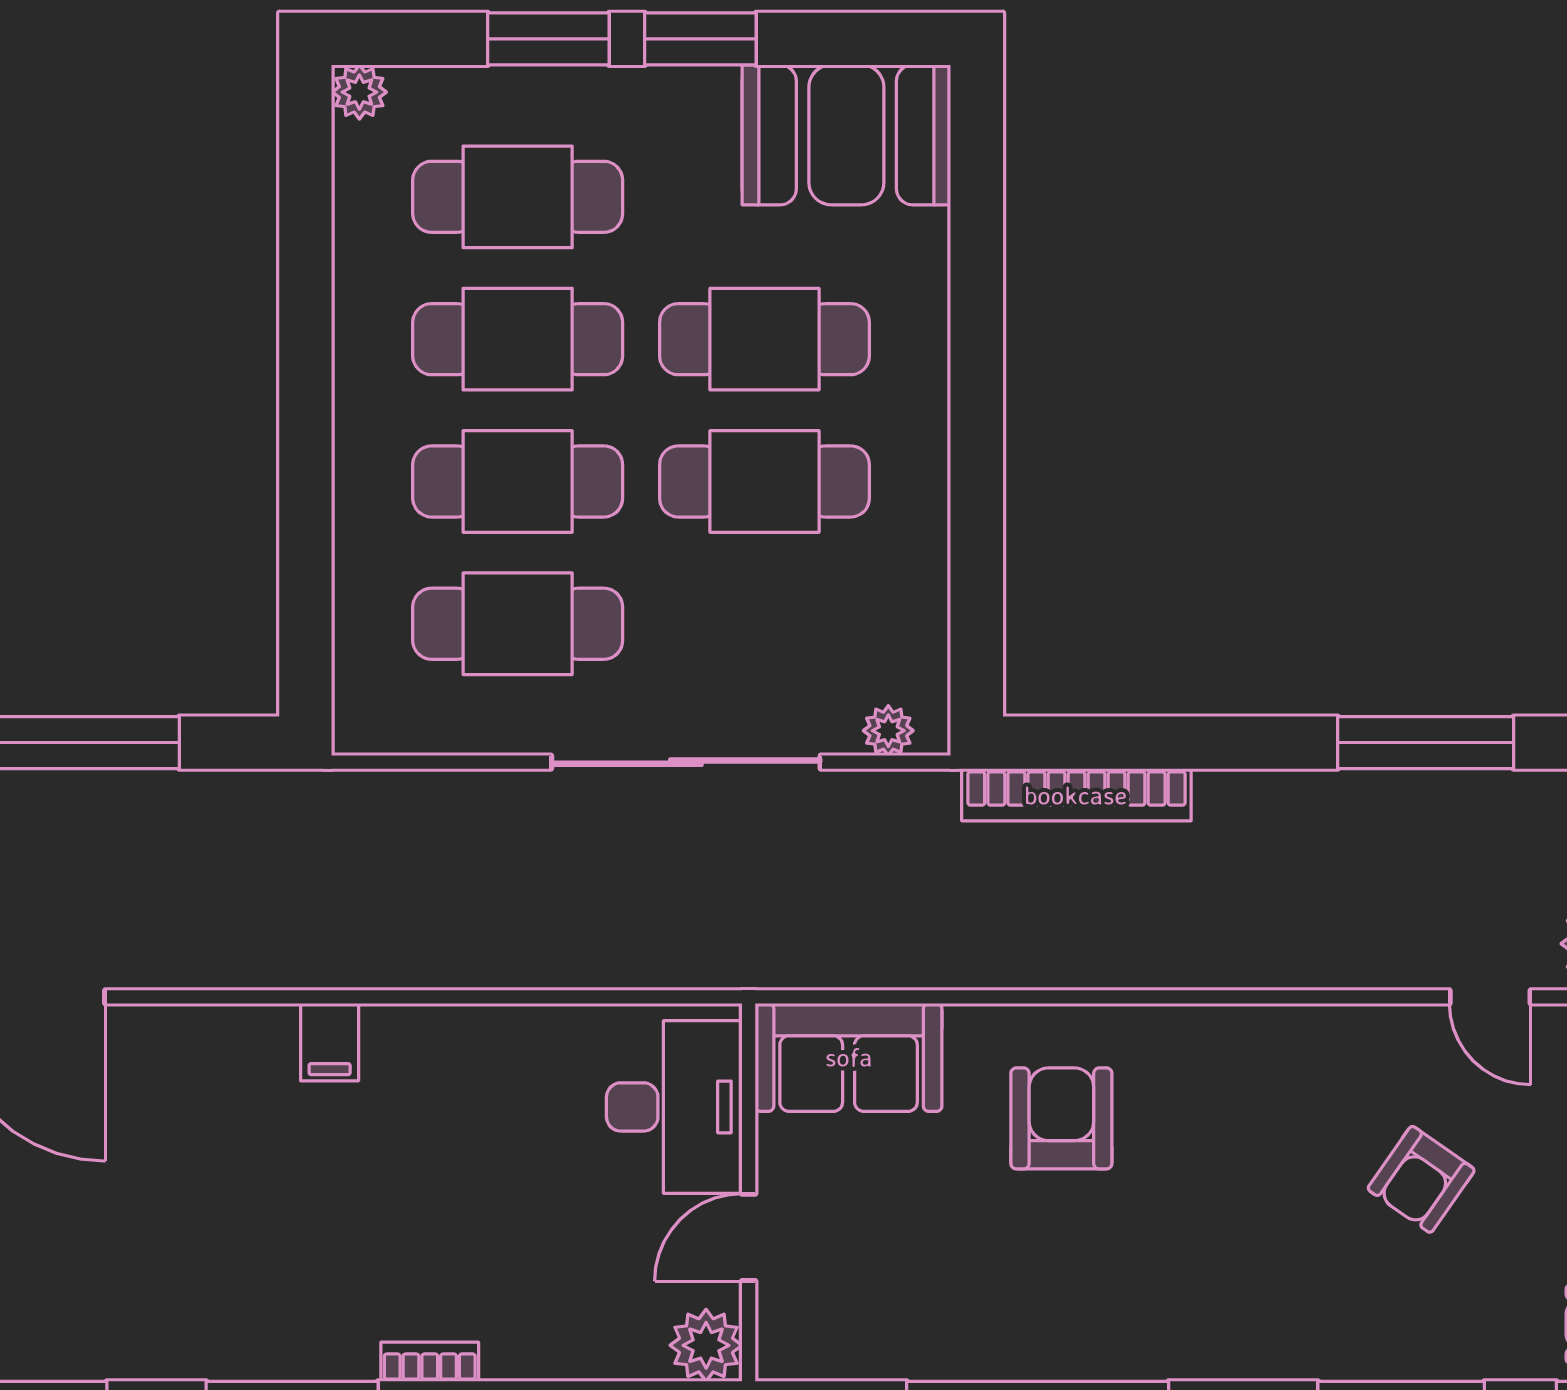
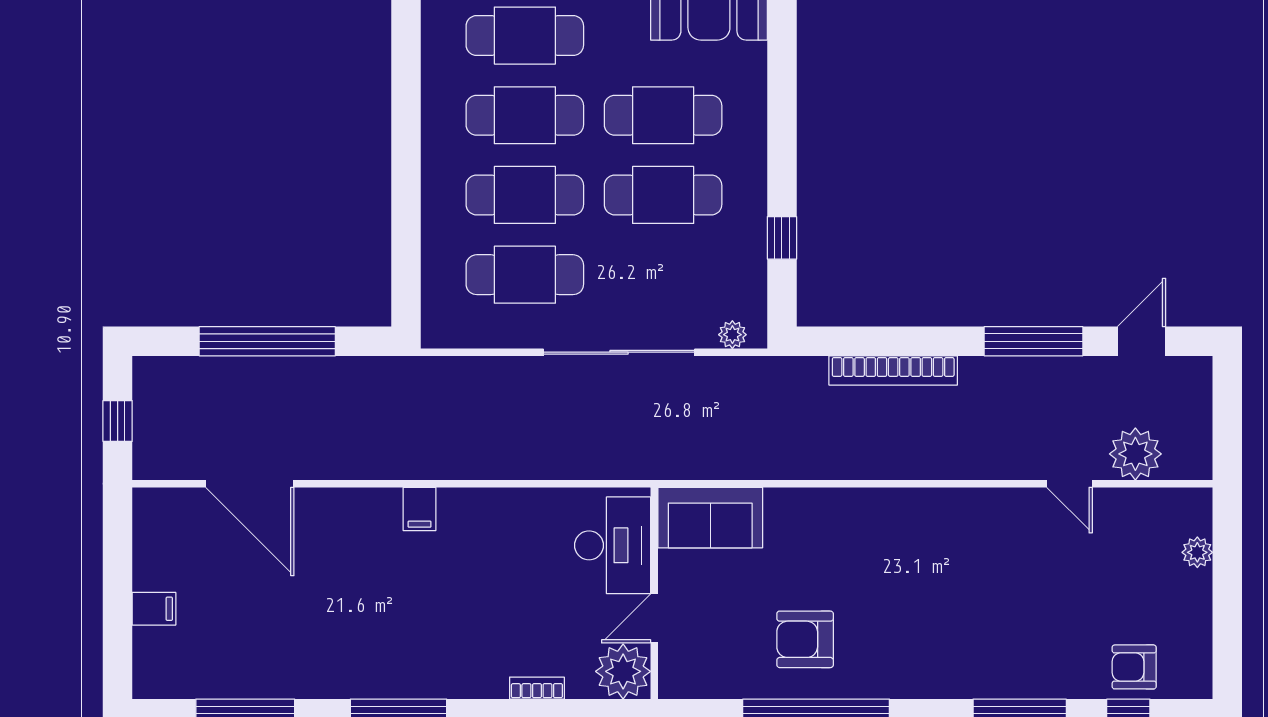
window: (977, 558) -> (782, 238), added
bookcase: (1076, 795) -> (893, 370), moved
armchair: (1061, 1118) -> (805, 639), moved, turned -90
armchair: (1421, 1179) -> (1031, 586), removed
plant: (706, 1345) -> (623, 671), width x1.36, depth x1.36
bookcase: (430, 1362) -> (537, 688), moved

